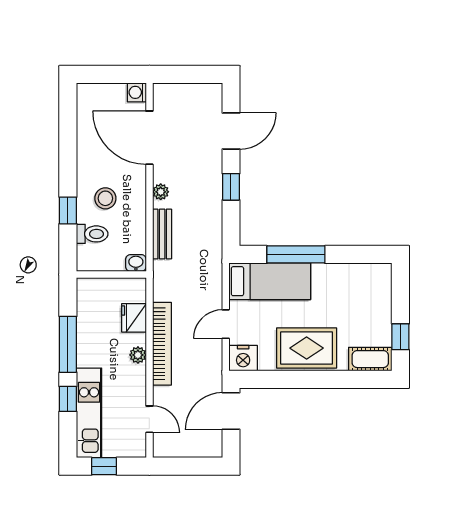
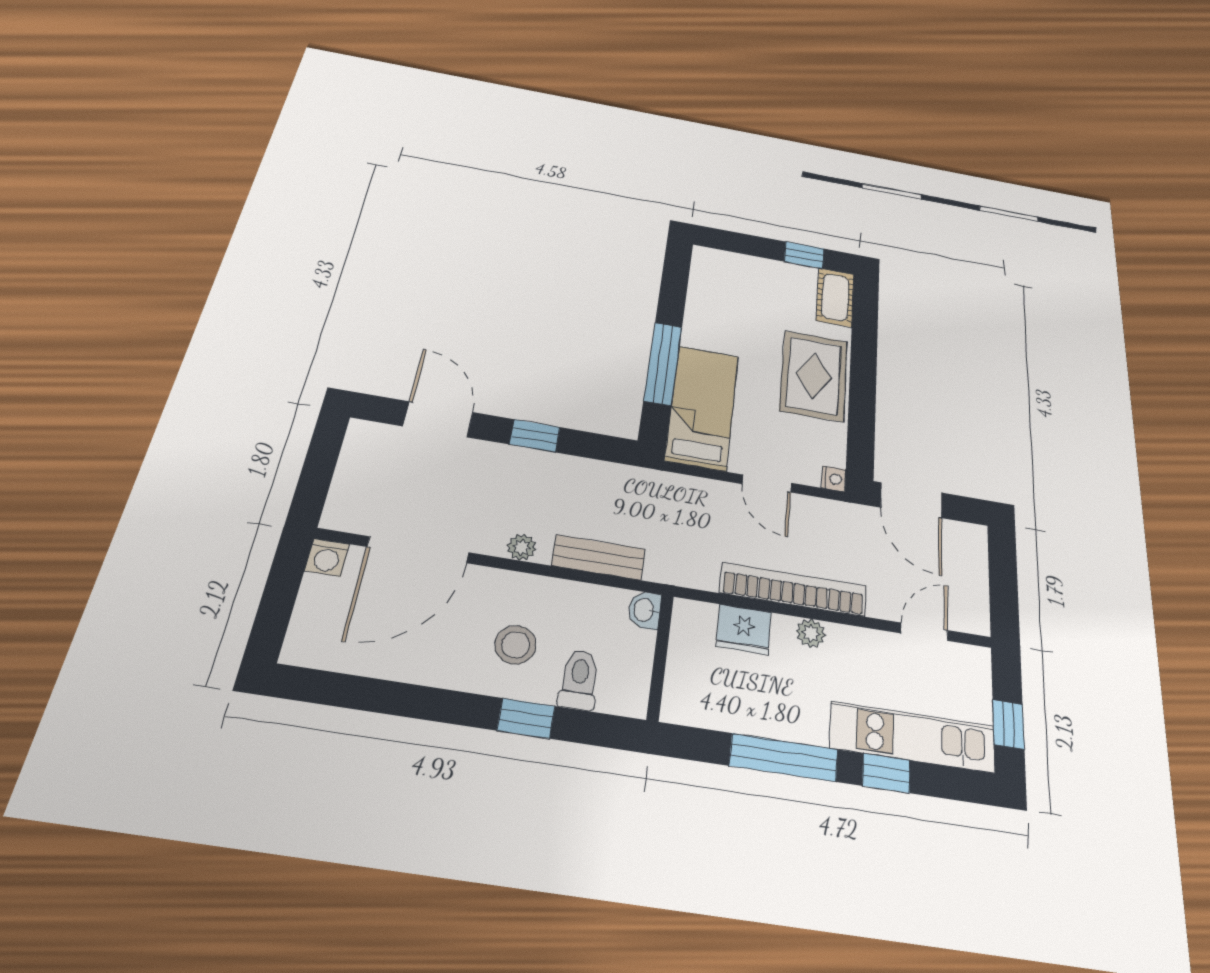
nightstand: (243, 358) -> (834, 479), width x0.53, depth x0.56

